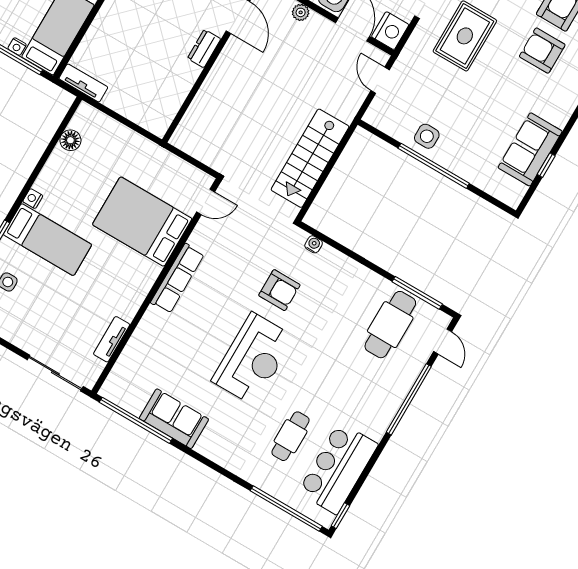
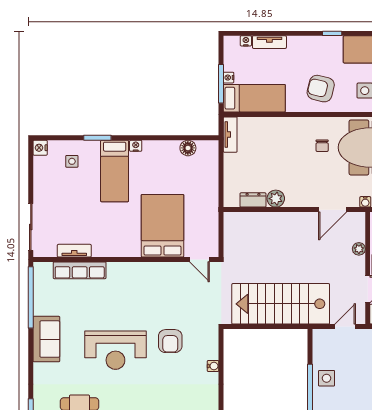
dresser: (204, 49) -> (253, 200), moved
plant: (187, 74) -> (276, 199), added
stairs: (310, 158) -> (281, 304), width x1.36, depth x1.51
water cooler: (314, 244) -> (213, 366), moved
row of seats: (177, 278) -> (80, 270), moved
sofa: (174, 419) -> (46, 339), moved

